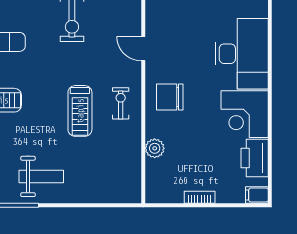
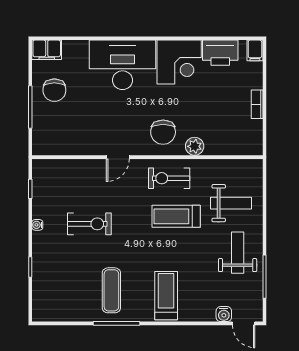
exercise bike: (121, 103) -> (169, 178), width x1.38, depth x1.39
treadmill: (80, 111) -> (176, 216), turned 180
plant: (155, 148) -> (195, 146), moved
weight bench: (94, 169) -> (231, 203), added

